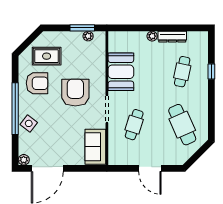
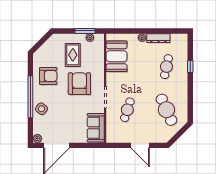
rug: (47, 56) -> (73, 55), moved, turned 90
booth: (121, 72) -> (117, 56), moved

